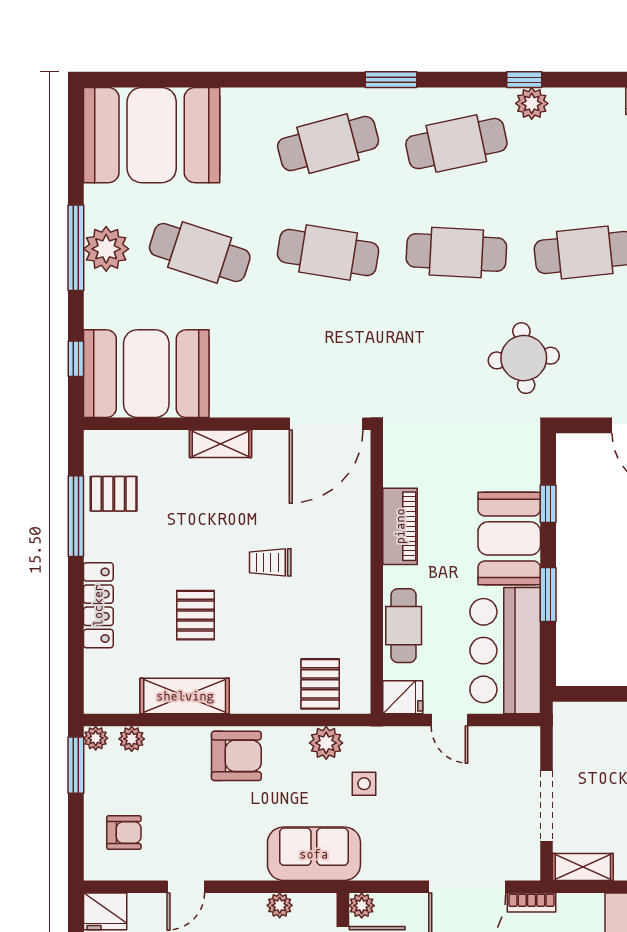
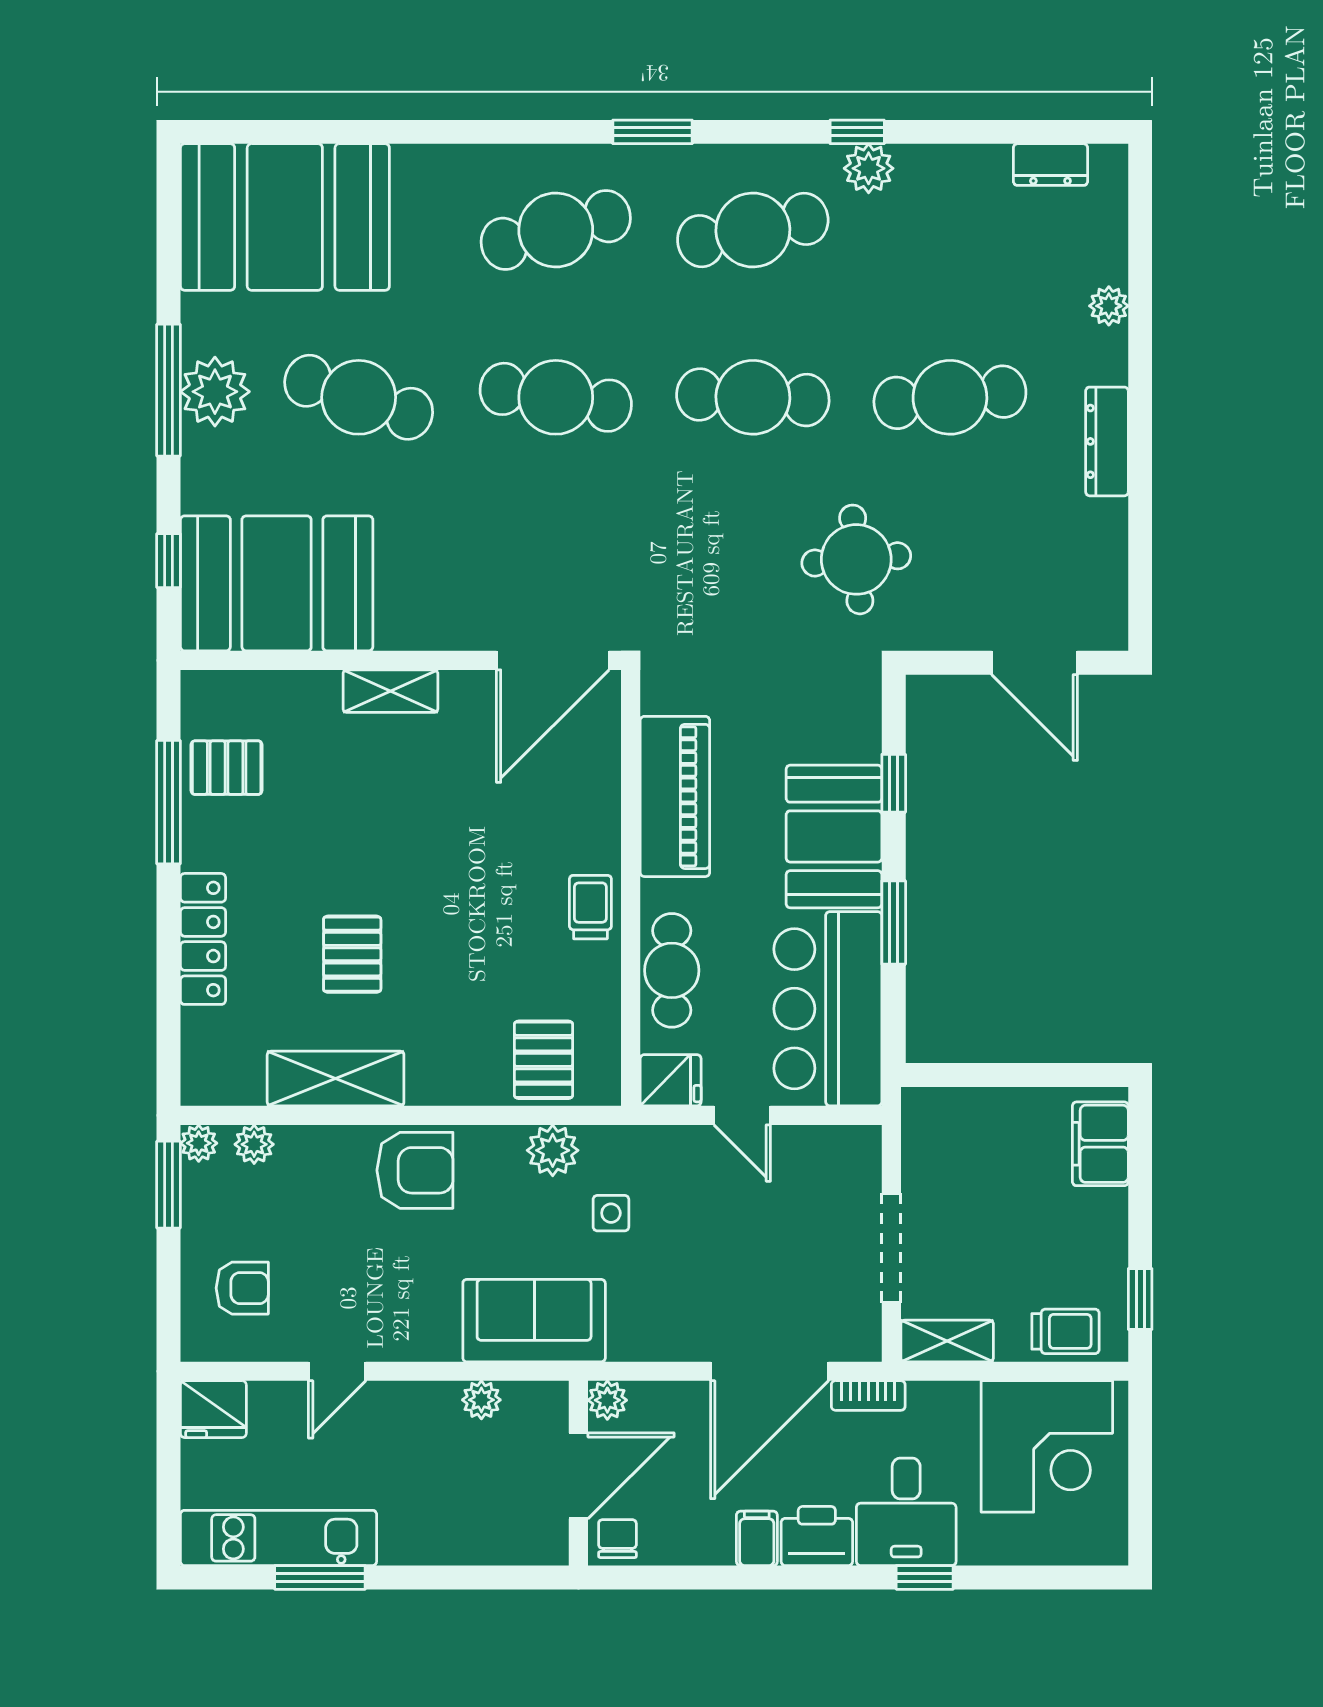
piano: (400, 526) -> (675, 796), width x1.37, depth x1.33
trolley: (270, 562) -> (590, 907), moved, turned 90

